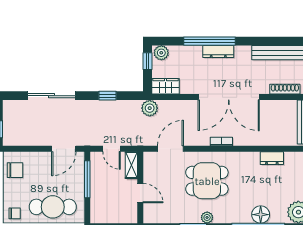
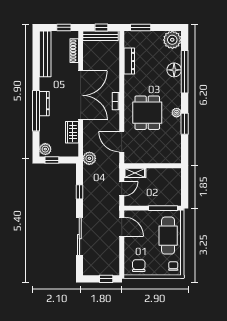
wardrobe: (166, 86) -> (72, 132), moved
dresser: (272, 158) -> (129, 61), width x1.44
window: (87, 179) -> (163, 208), moved
door: (140, 193) -> (157, 166), removed

